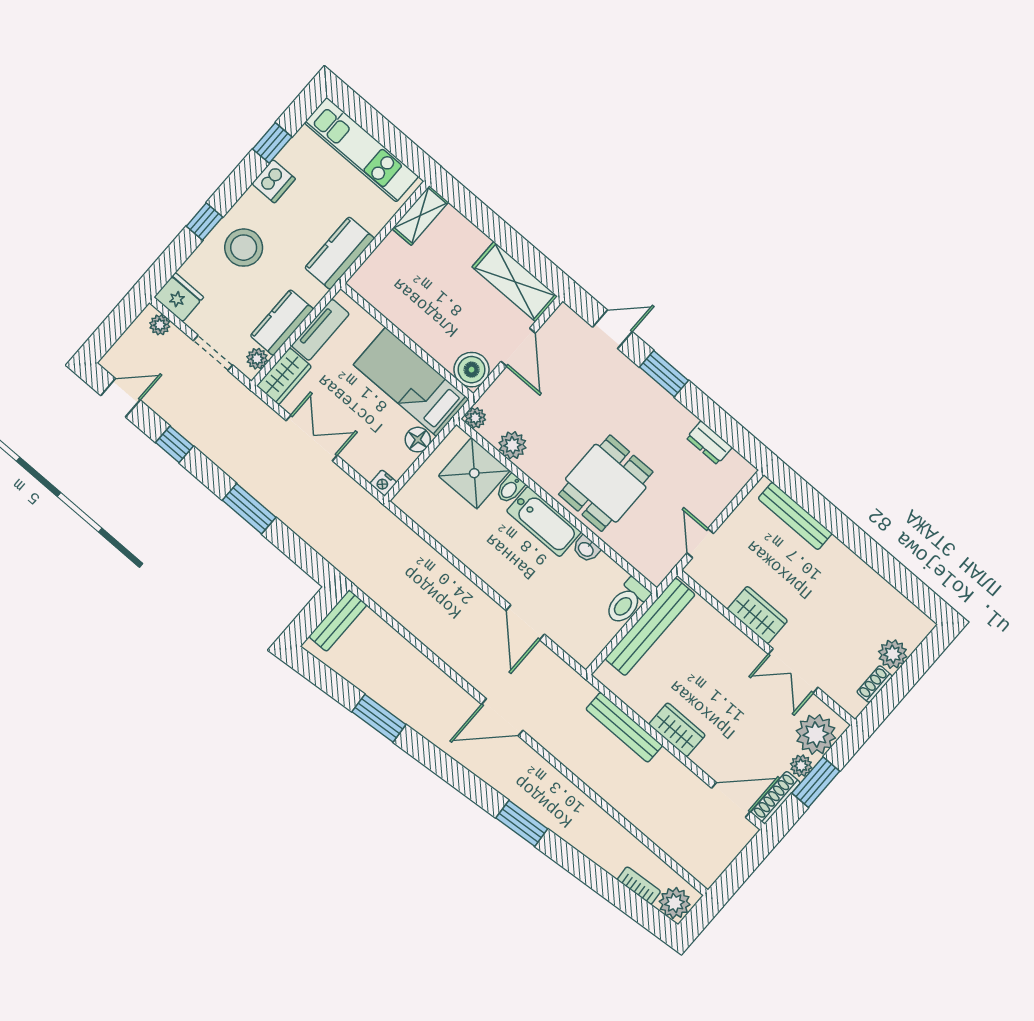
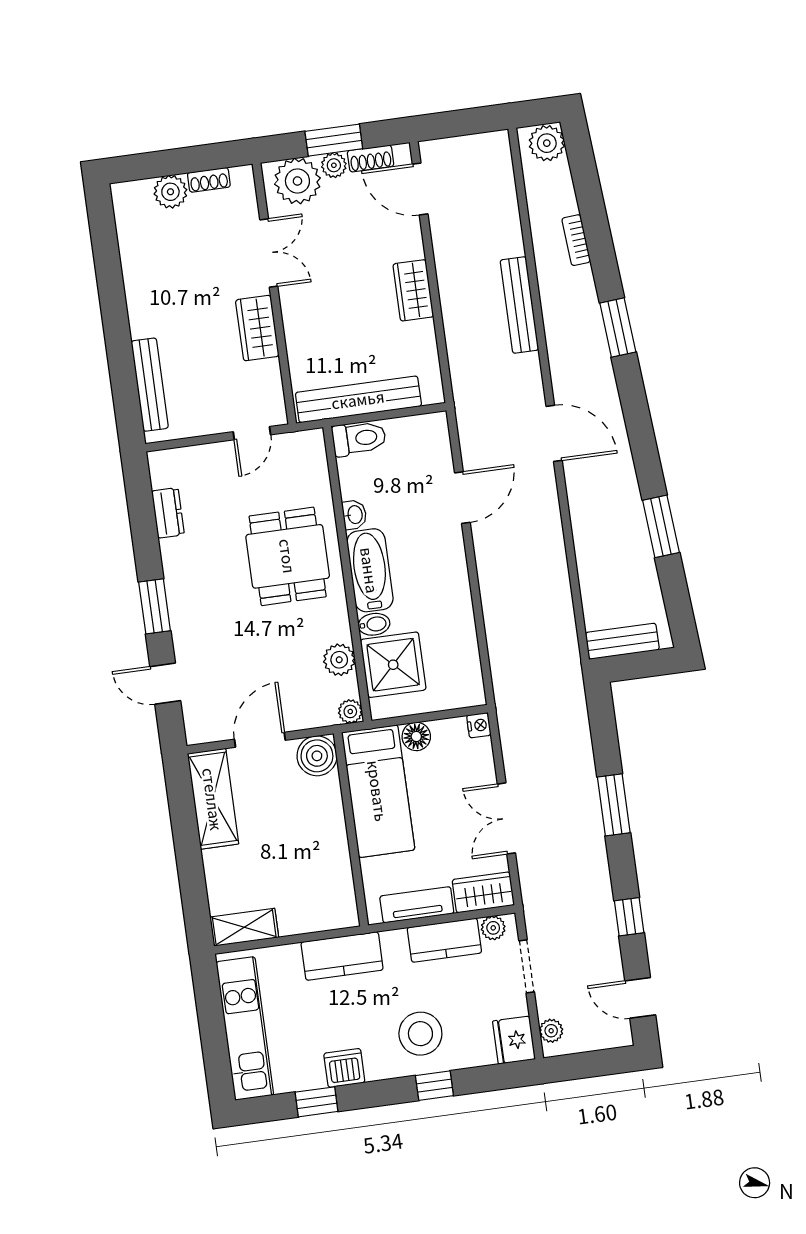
dining table: (606, 483) -> (288, 556), turned 90
bench: (624, 727) -> (519, 305), moved
shoe rack: (776, 798) -> (371, 158), width x0.70
bookcase: (639, 886) -> (576, 240), moved

